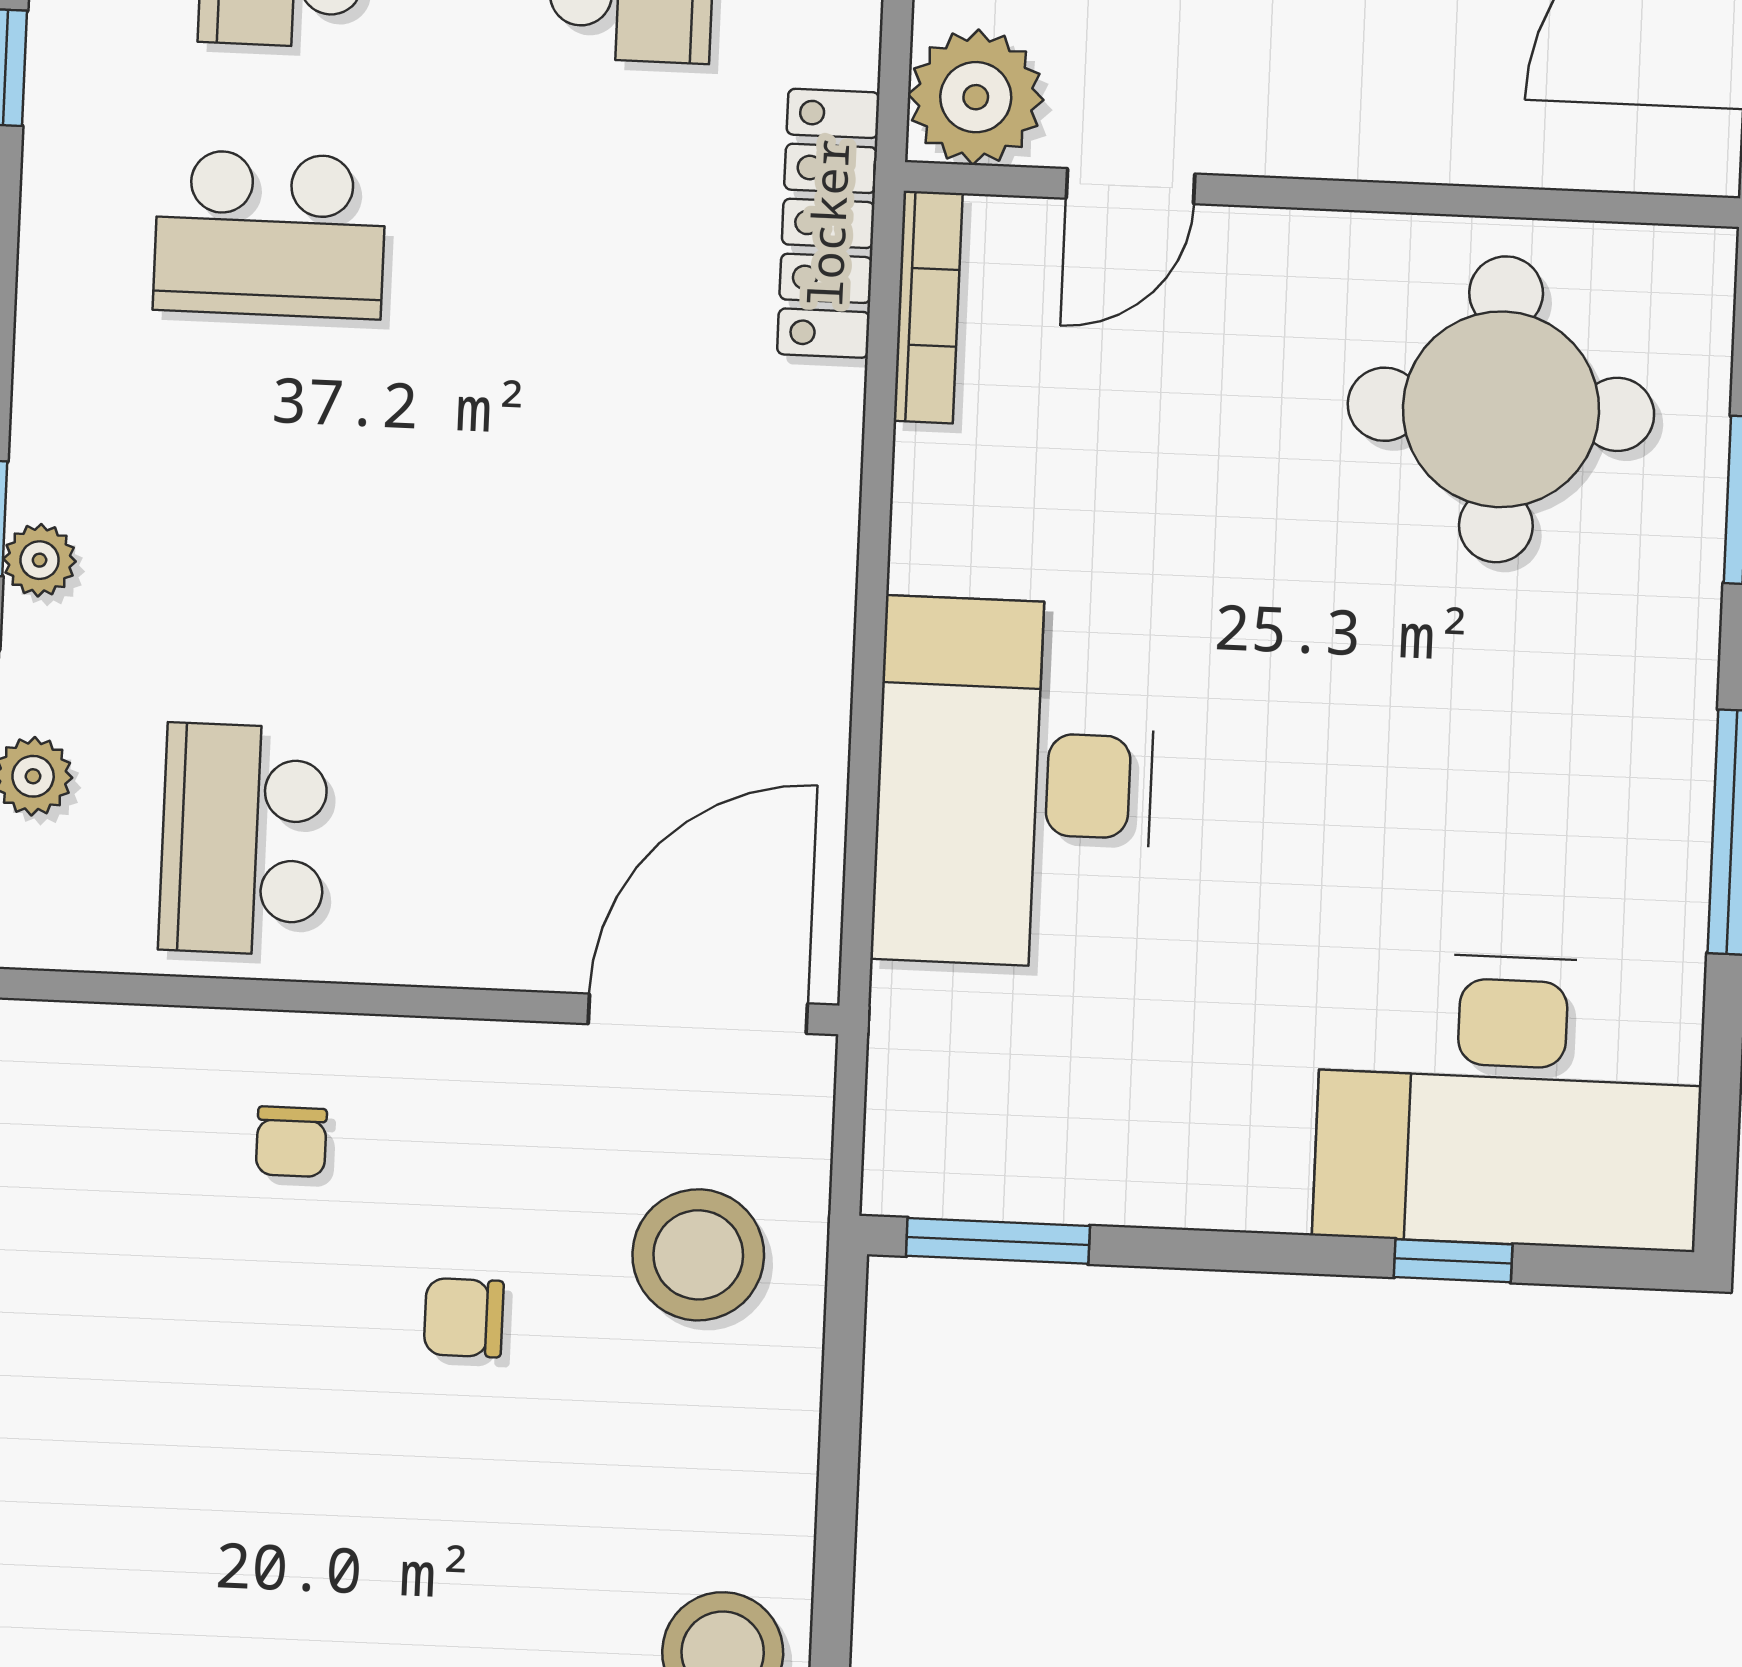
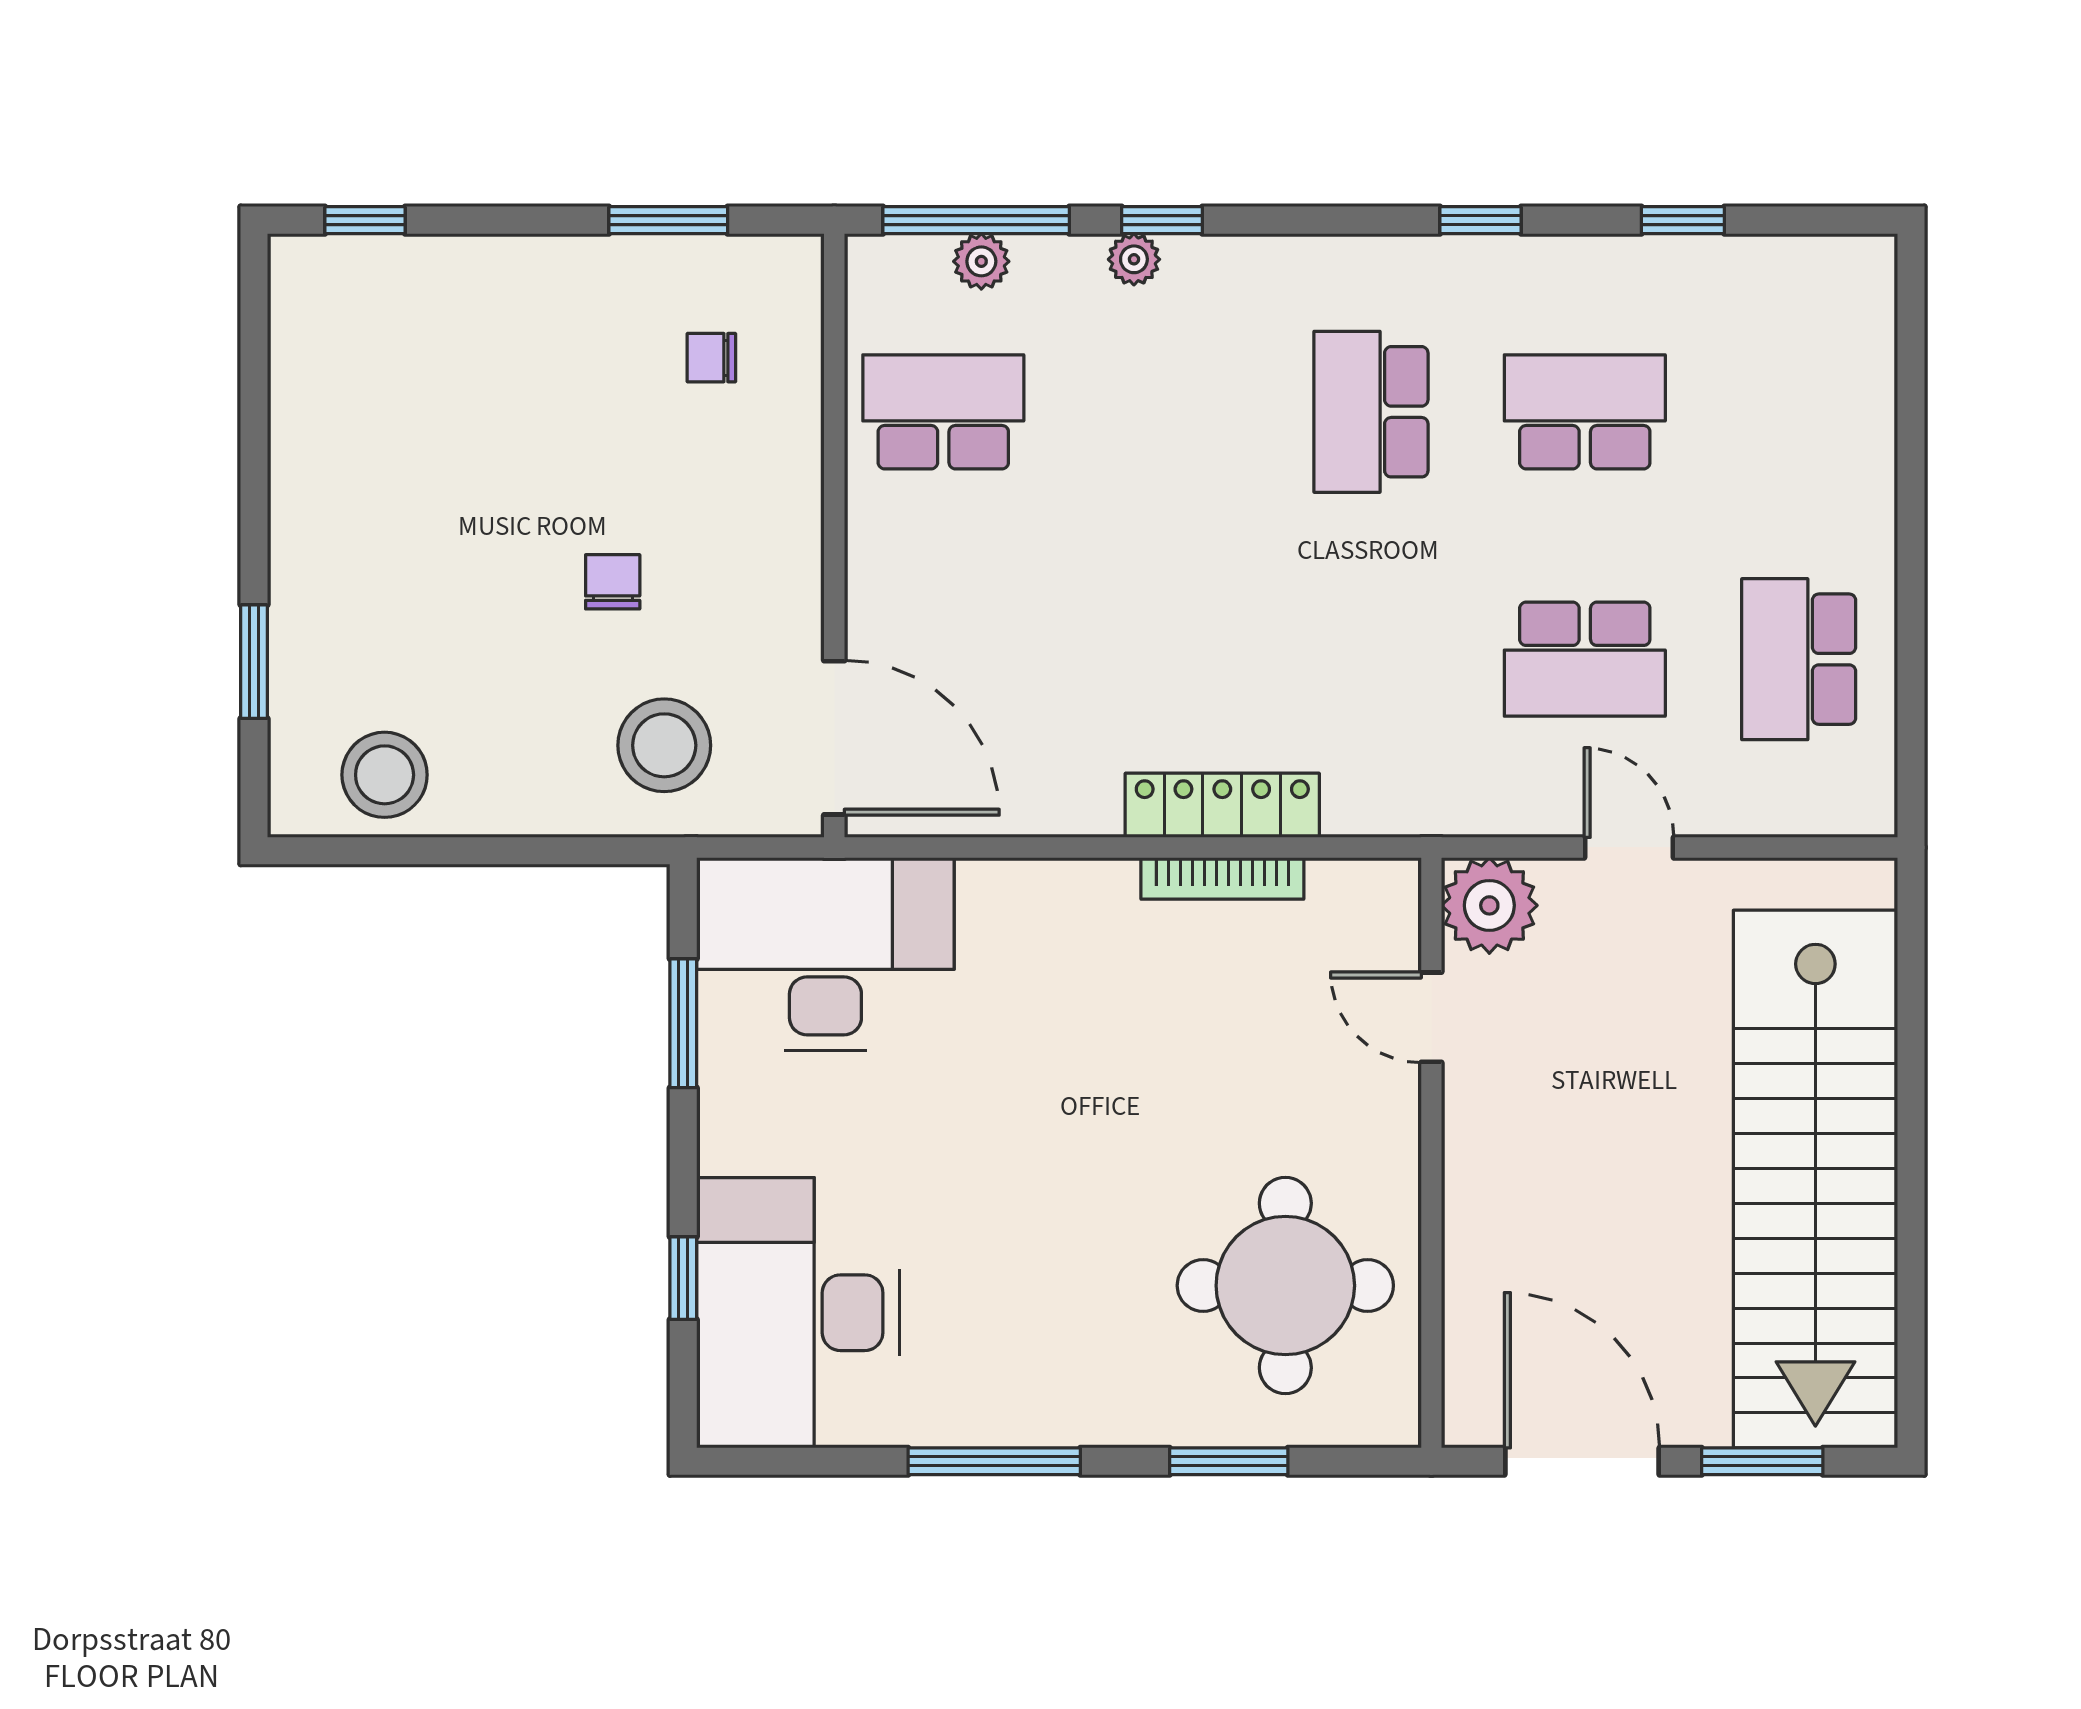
locker: (828, 223) -> (1222, 805), moved
bookcase: (928, 307) -> (1222, 878), moved
desk: (1014, 783) -> (825, 954), moved
chair: (291, 1142) -> (711, 358), moved
window: (998, 1241) -> (683, 1023), moved

